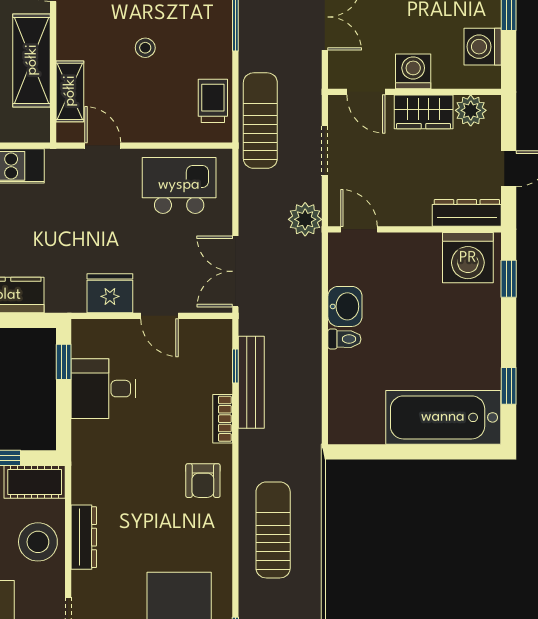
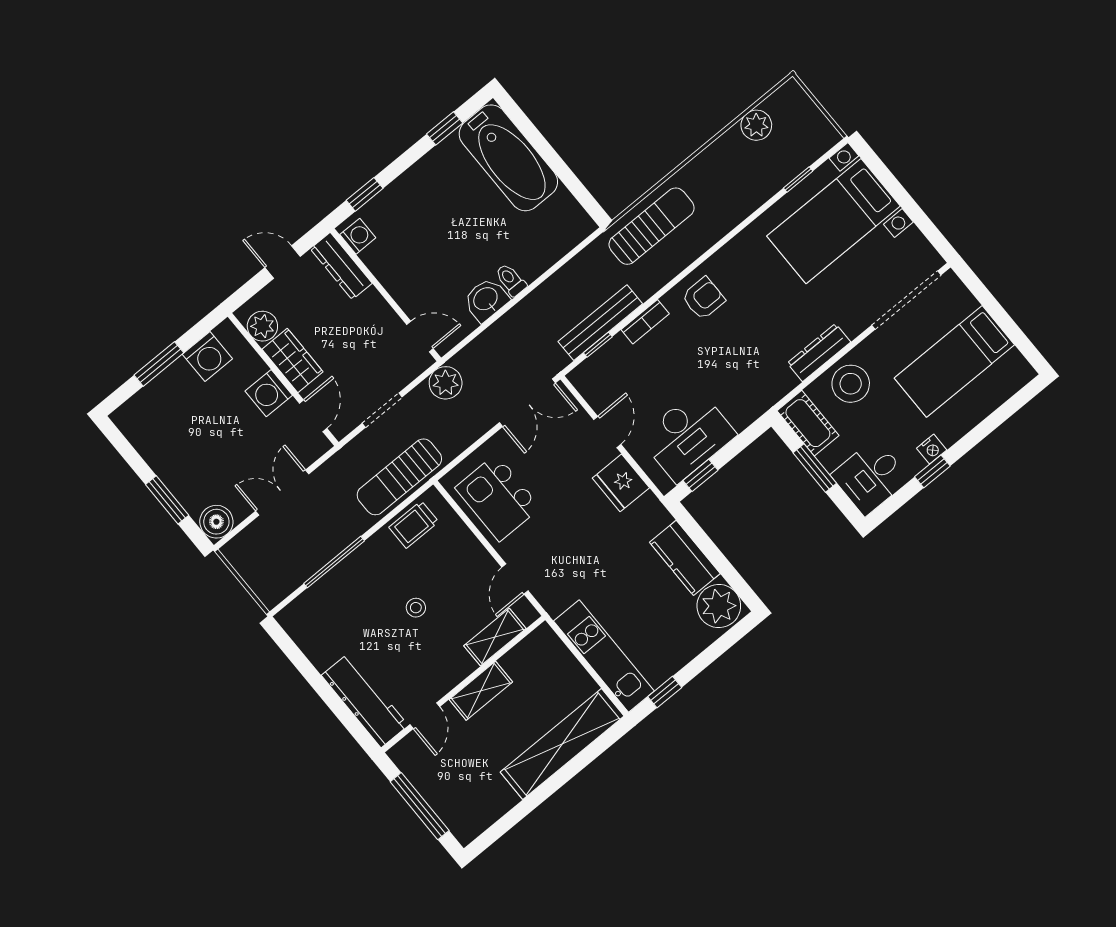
shelving: (32, 60) -> (481, 691), width x0.67, depth x0.75
door: (359, 229) -> (420, 336), swing flipped
washing machine: (468, 258) -> (358, 236), width x0.53, depth x0.53
desk: (103, 389) -> (688, 436), width x1.37
sun lounger: (273, 530) -> (652, 226), moved, turned 180

